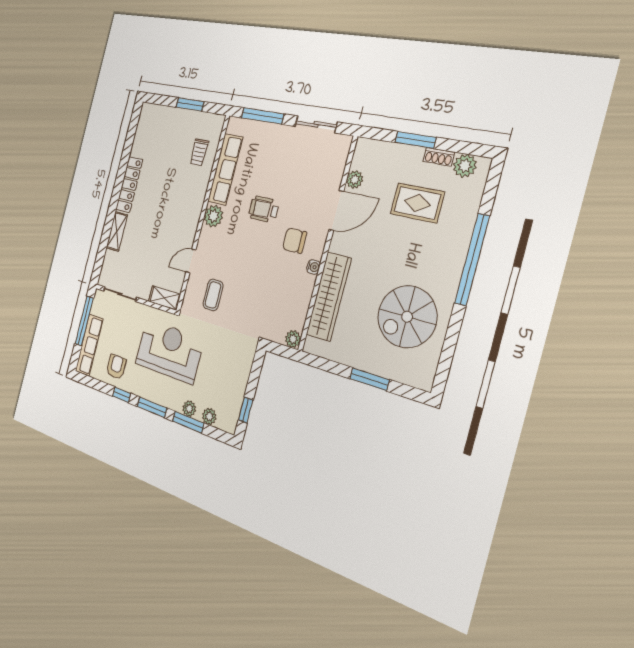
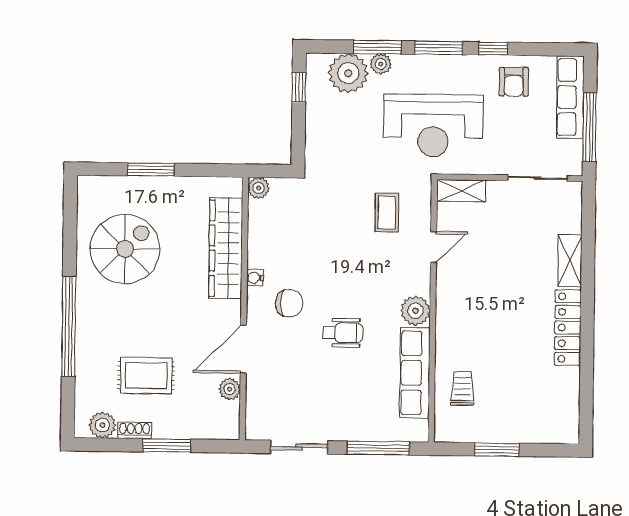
plant: (209, 416) -> (348, 73), width x1.88, depth x1.88

